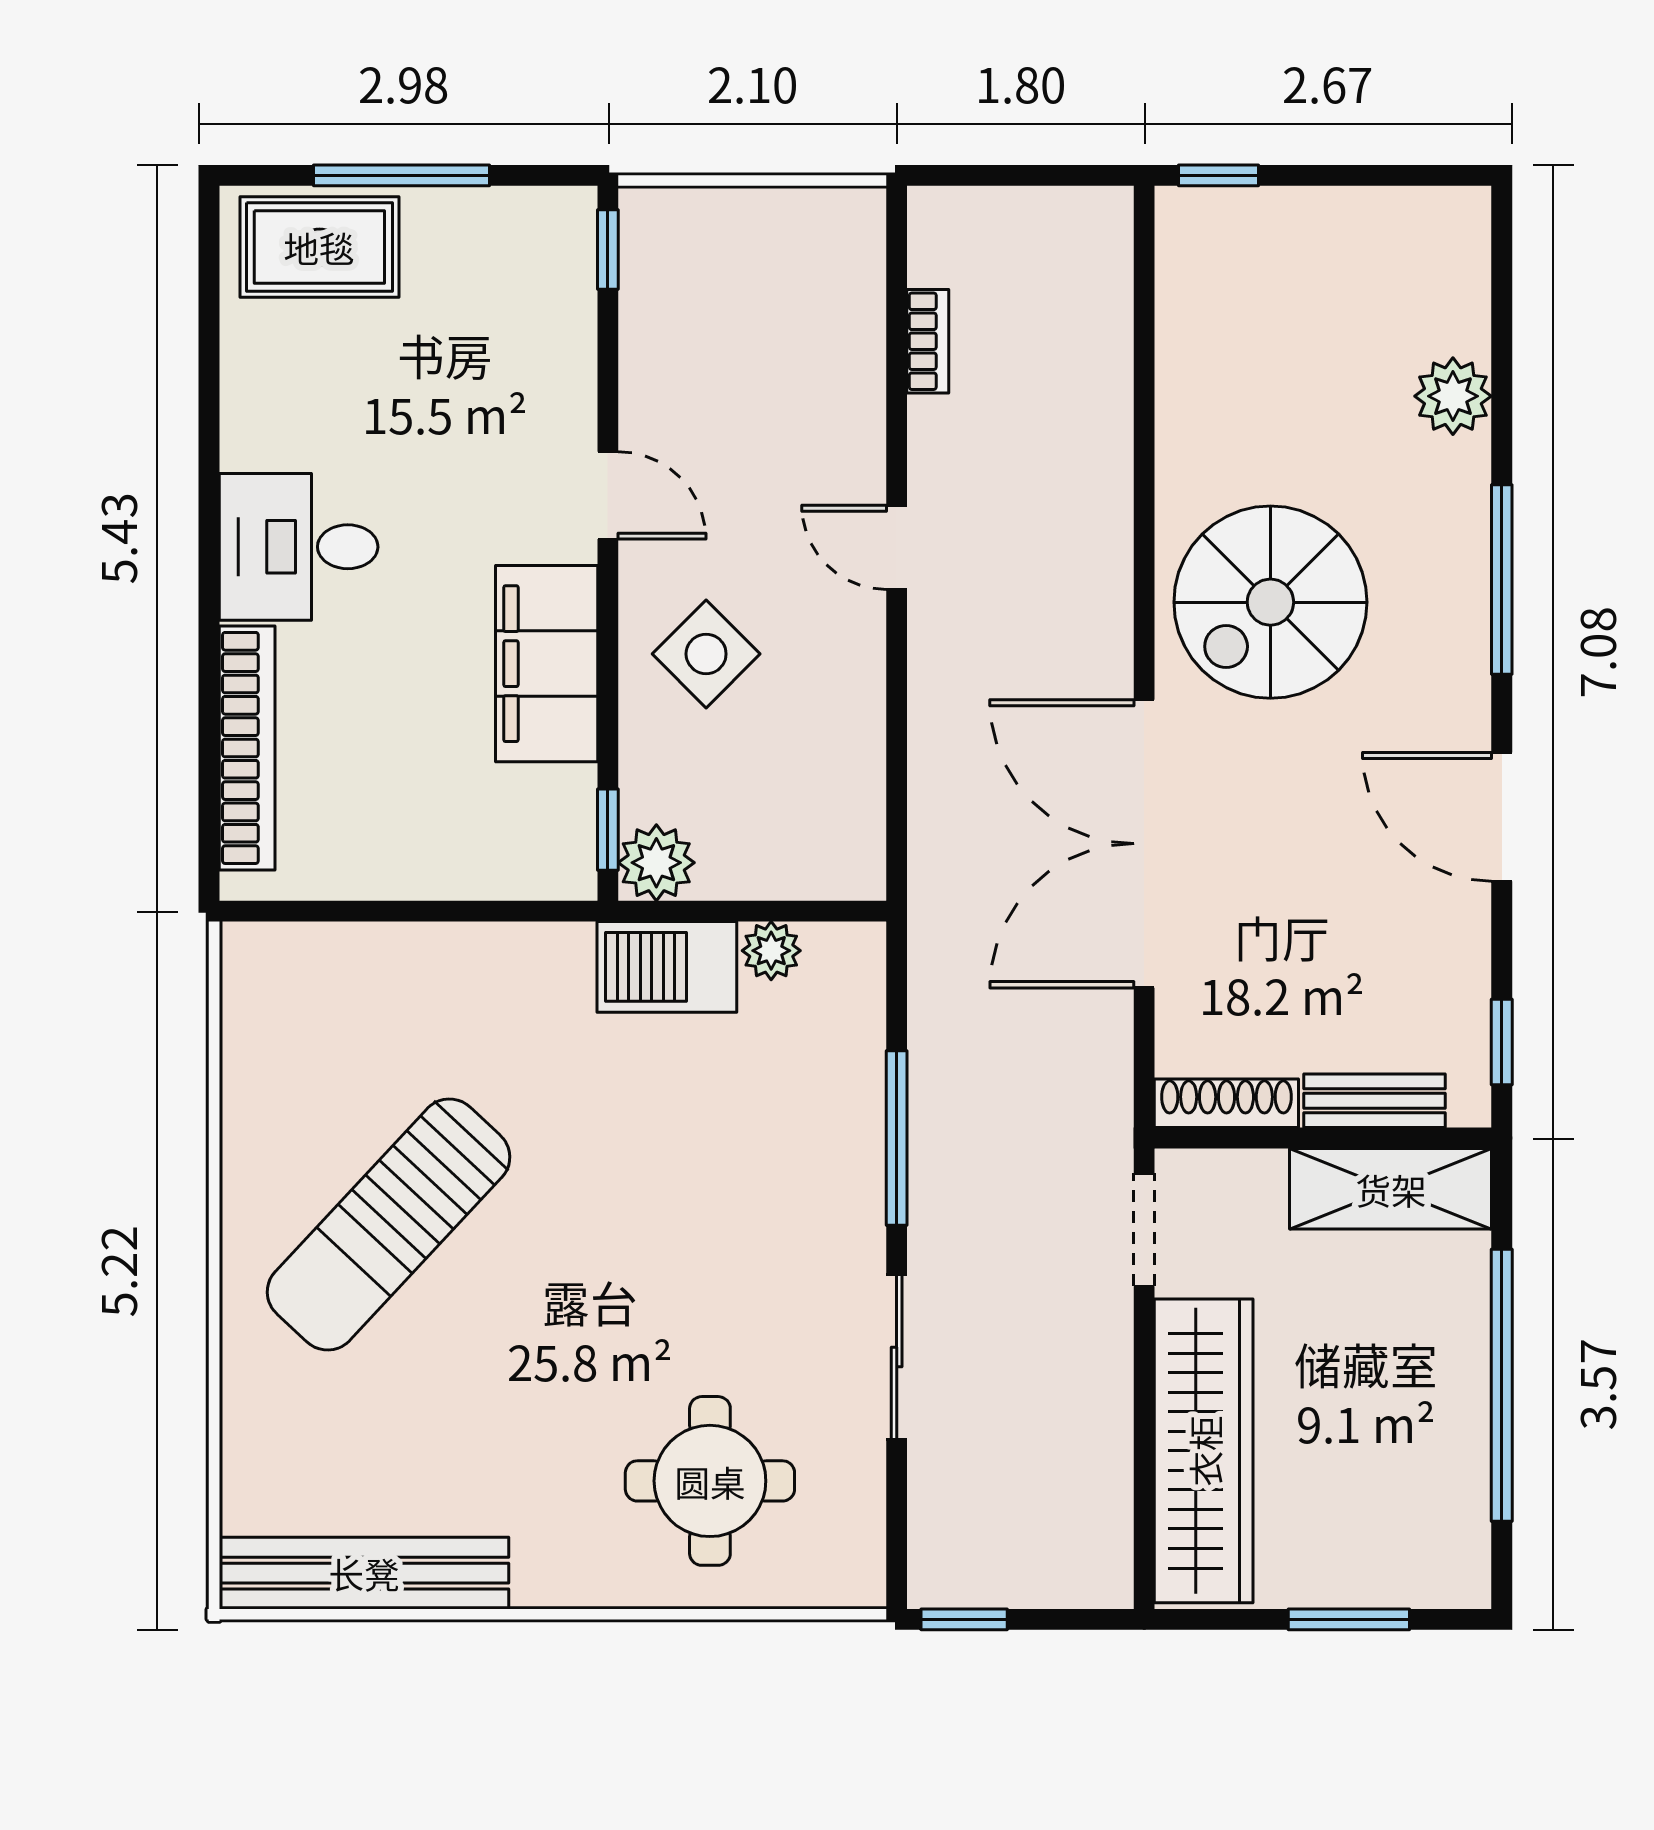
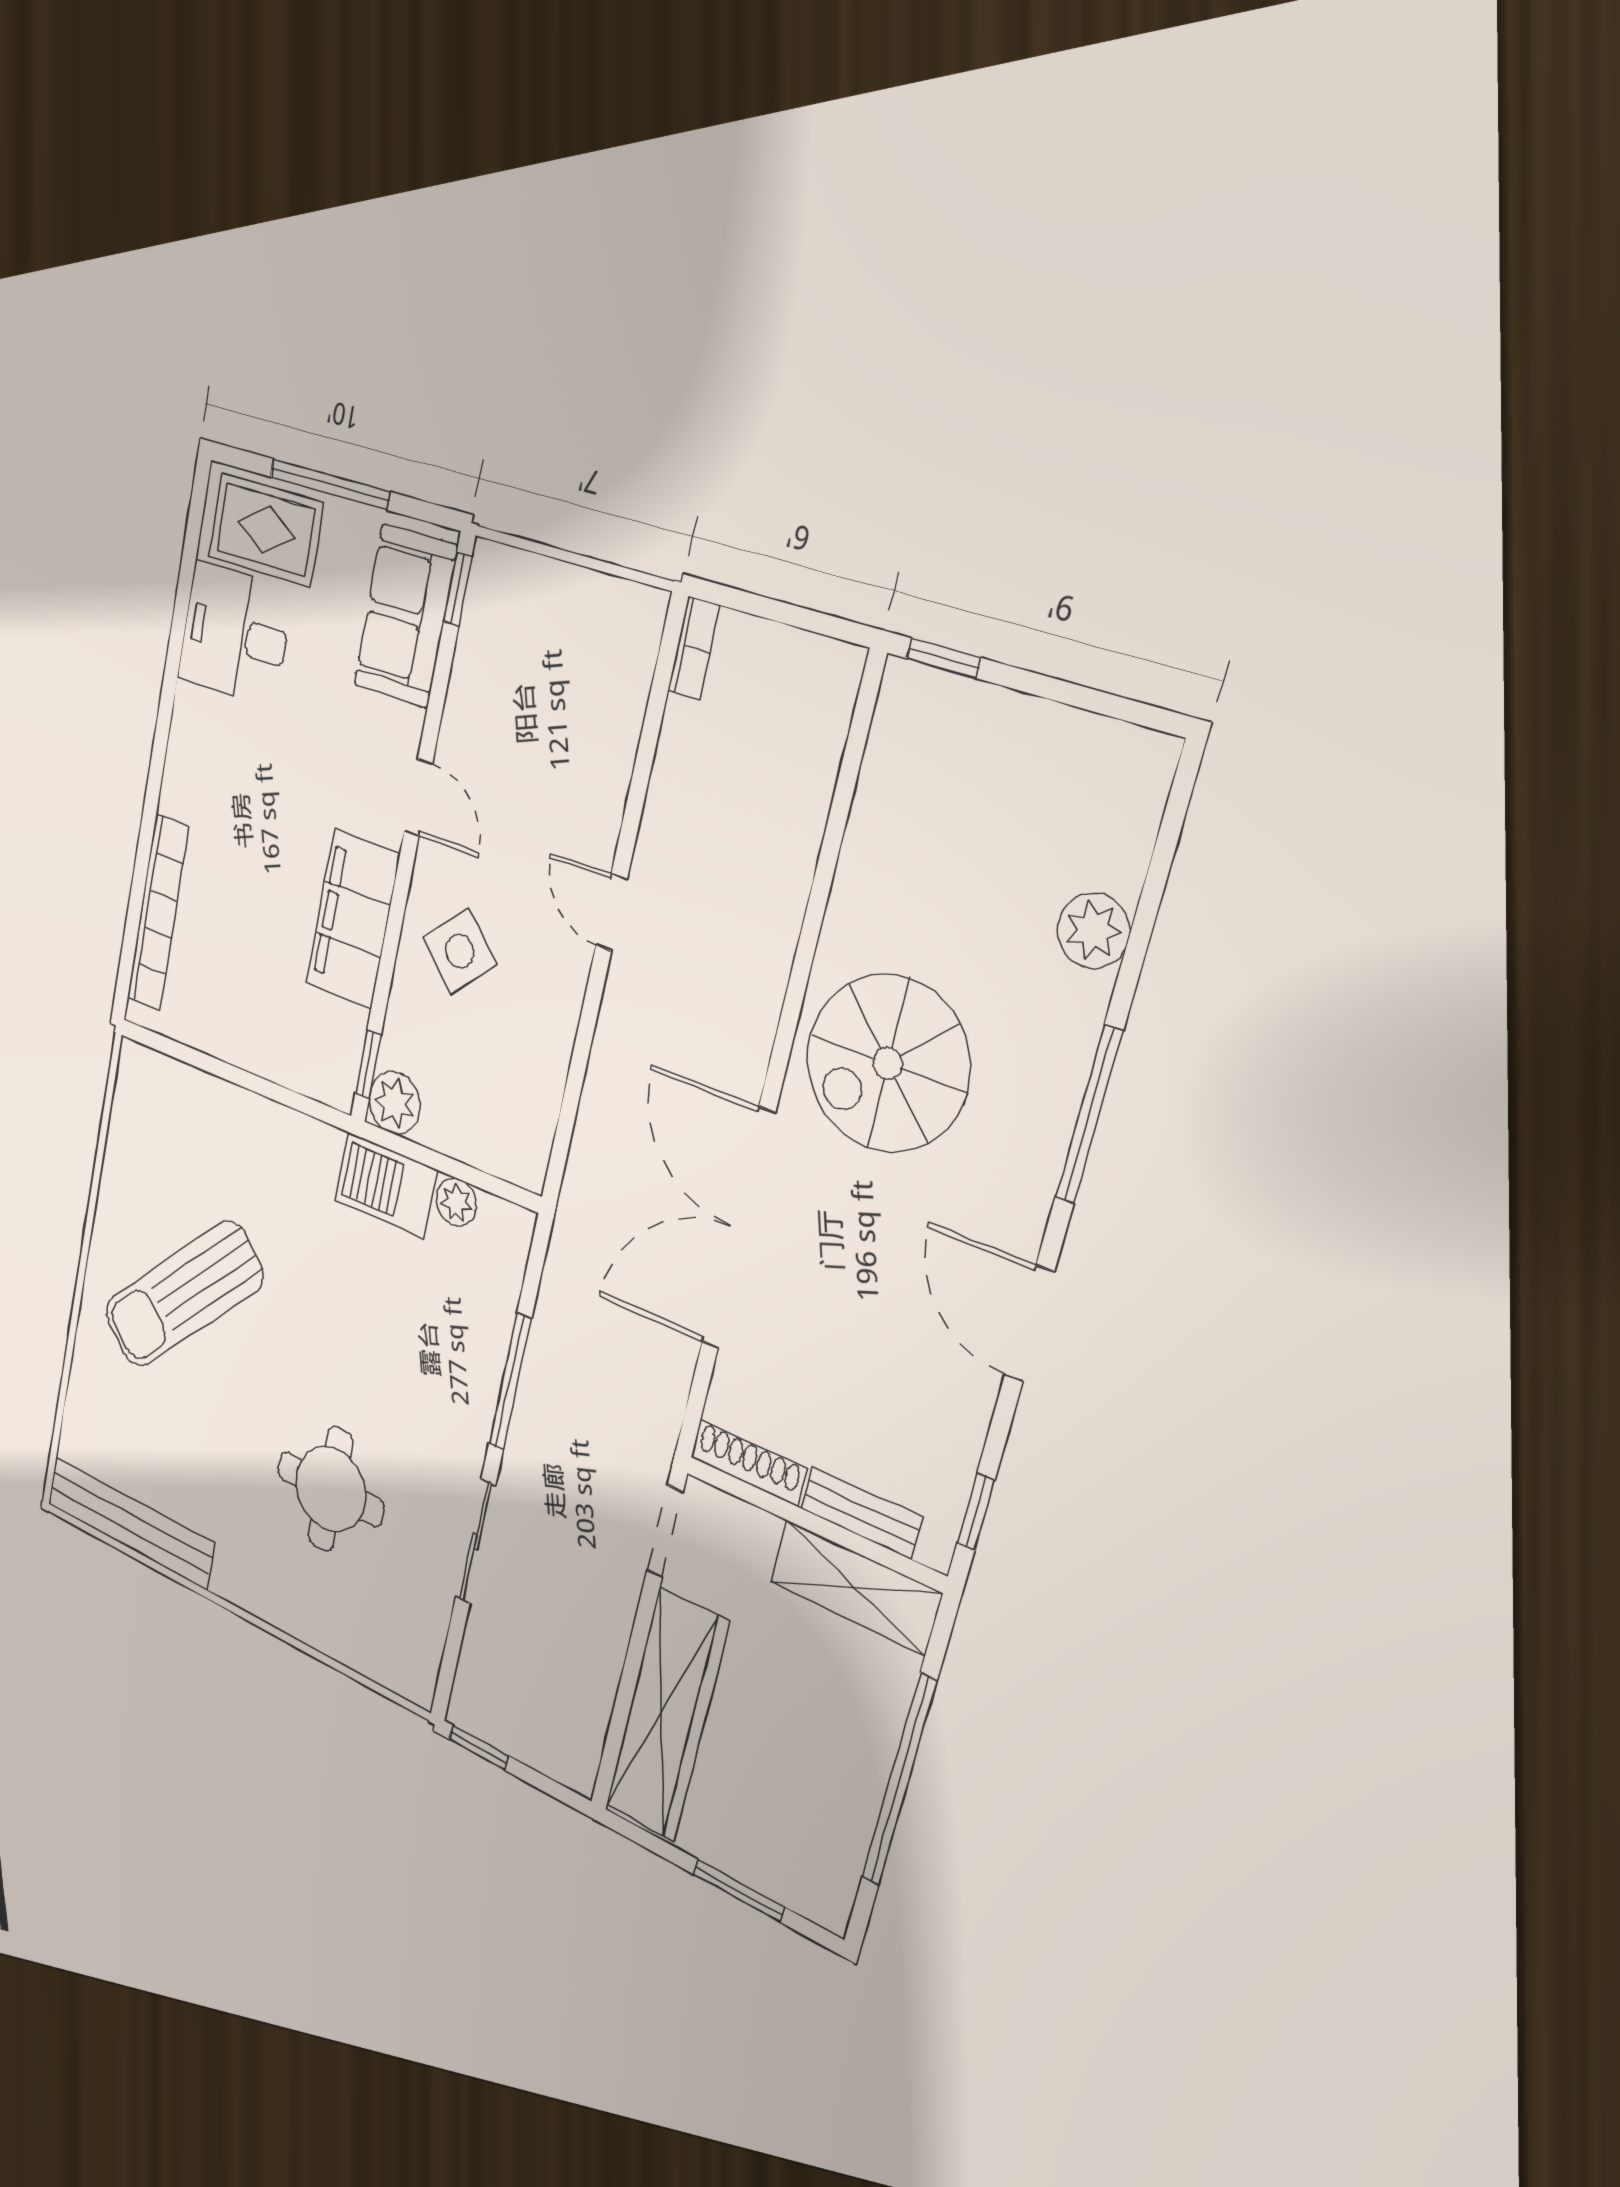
sofa: (542, 297) -> (405, 616), added
bookcase: (928, 341) -> (694, 648), moved
desk: (299, 547) -> (235, 634), moved
round table: (710, 1481) -> (331, 1489), moved

